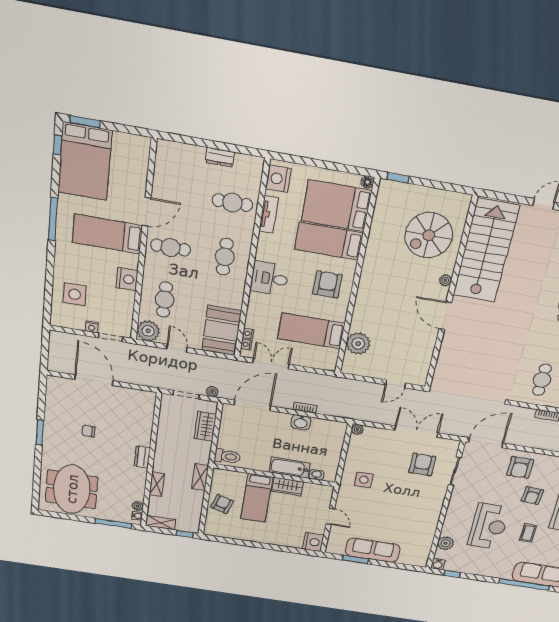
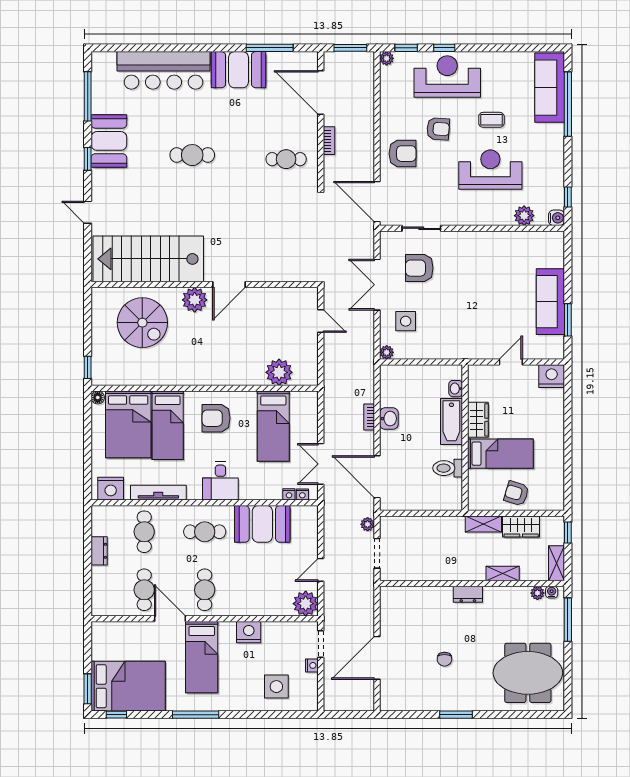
tv unit: (269, 215) -> (158, 493), width x1.41
plant: (445, 280) -> (195, 300), width x1.88, depth x1.88
cafe table: (165, 300) -> (144, 590), moved, turned 90
booth: (221, 331) -> (262, 524), moved
wardrobe: (205, 426) -> (521, 527), moved
toilet: (227, 456) -> (448, 468), moved, turned -90
side table: (364, 480) -> (406, 321), moved

